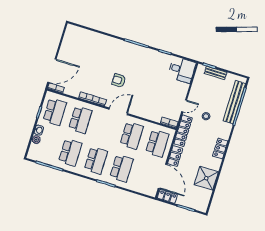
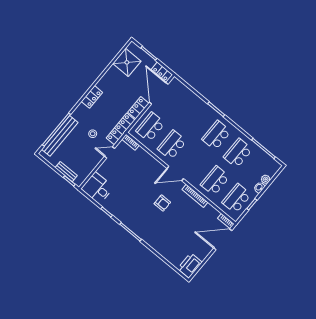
printer: (71, 35) -> (190, 265), added
school desk: (122, 168) -> (195, 117), removed
shower: (206, 178) -> (127, 62), moved

